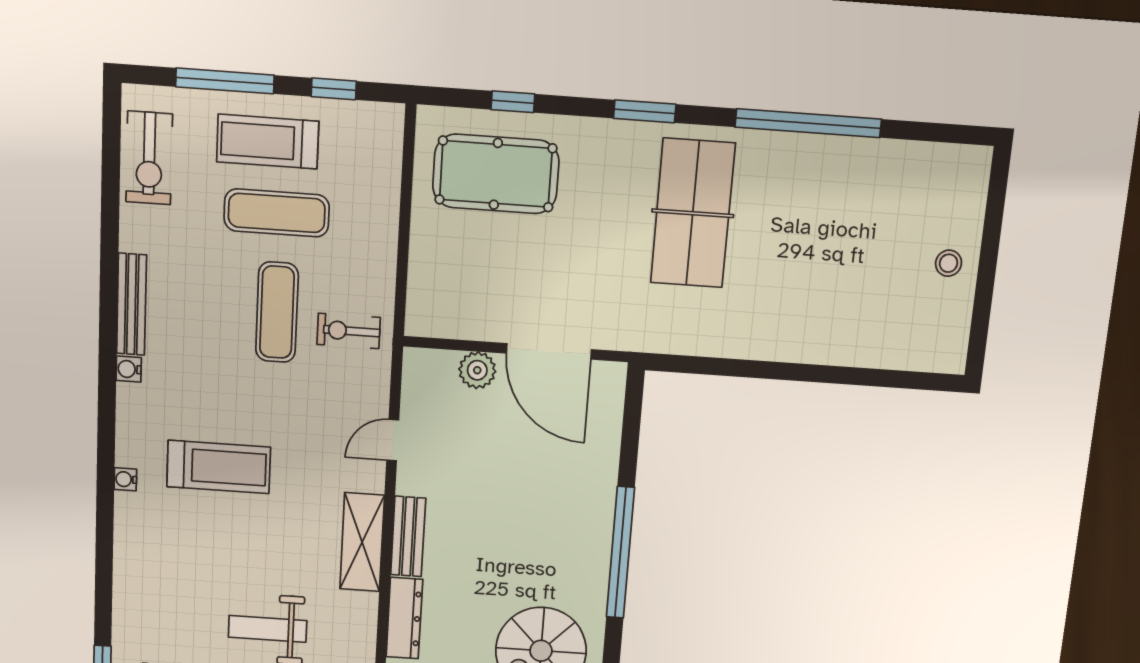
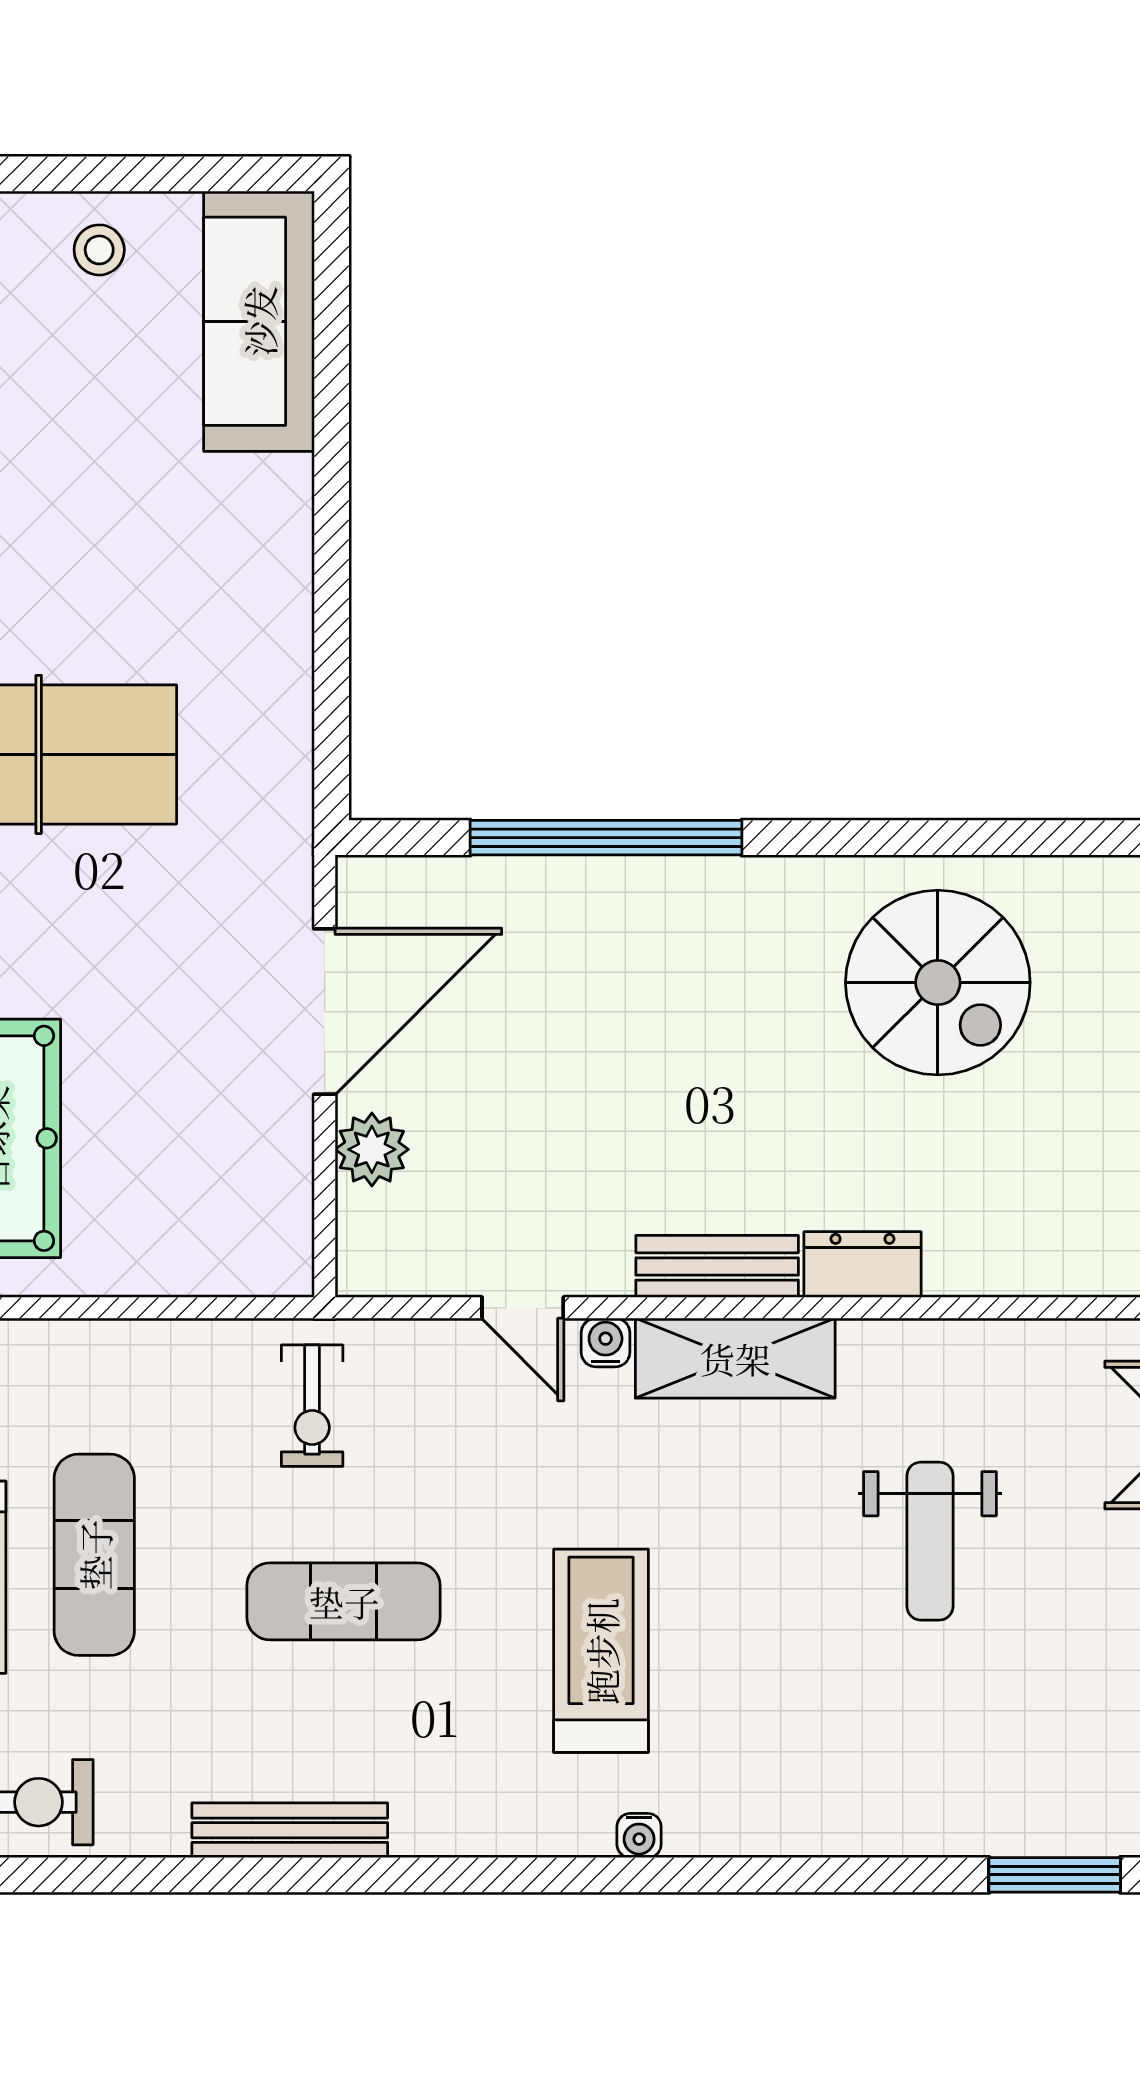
exercise mat: (277, 312) -> (344, 1601), moved
sofa: (902, 343) -> (259, 321), added
water cooler: (129, 369) -> (606, 1343), moved, turned 180
window: (620, 553) -> (606, 838), moved
dresser: (404, 618) -> (862, 1265), width x0.70

